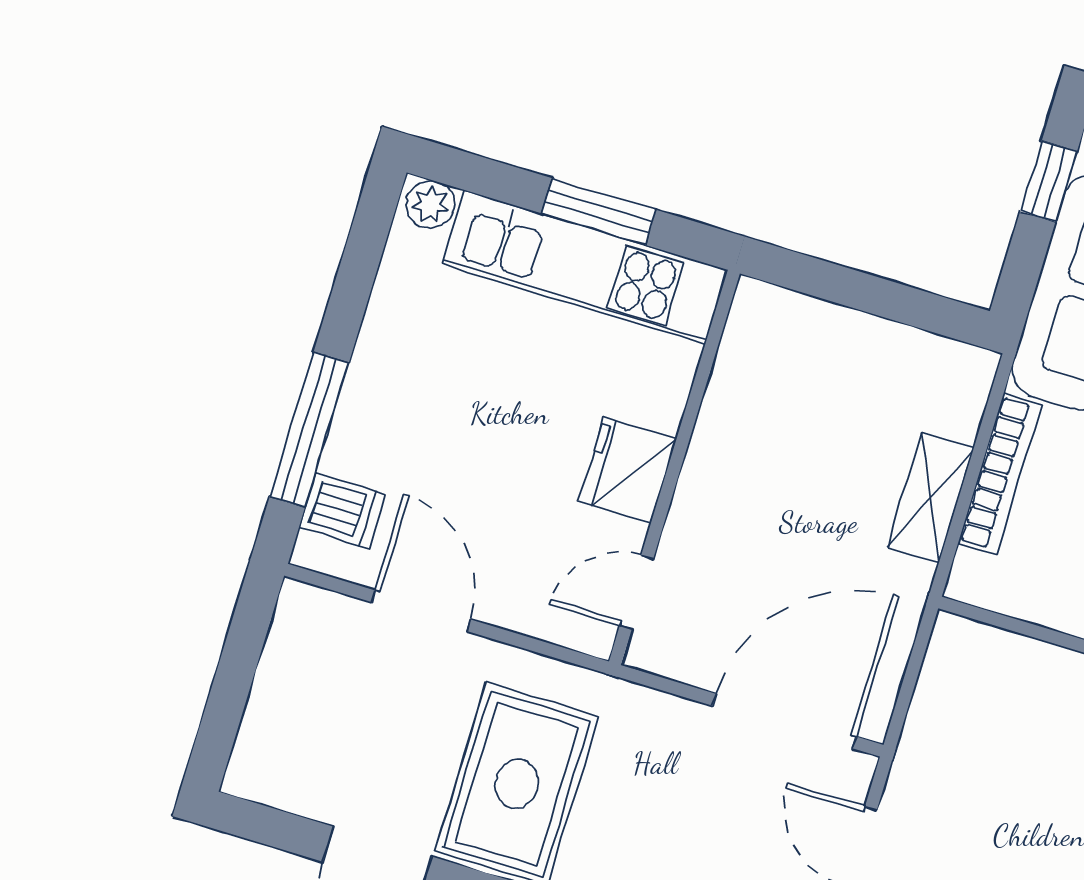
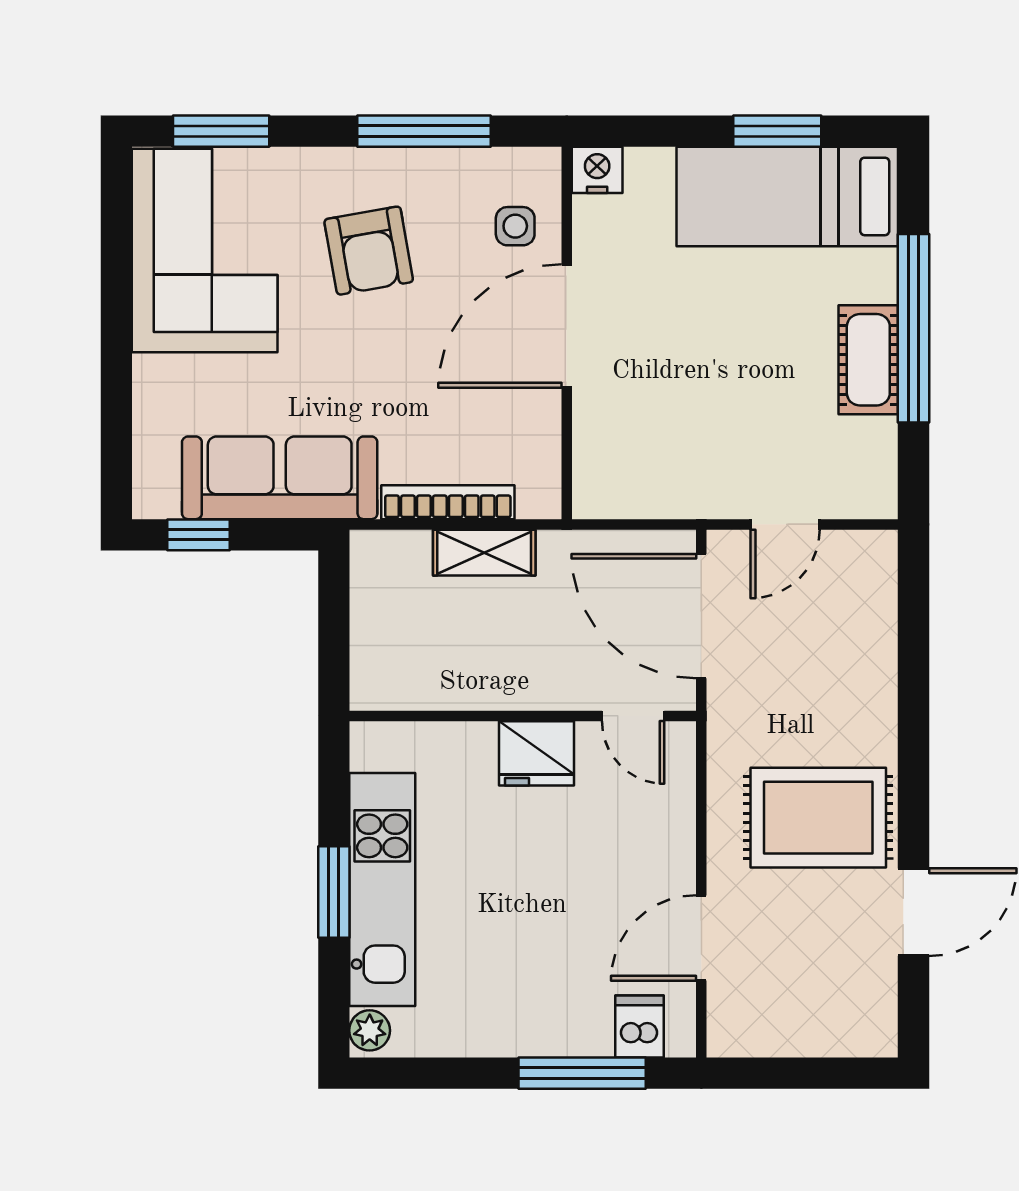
wall: (674, 468) -> (523, 716), moved
fridge: (627, 470) -> (536, 753), moved
door: (637, 592) -> (633, 716), moved

